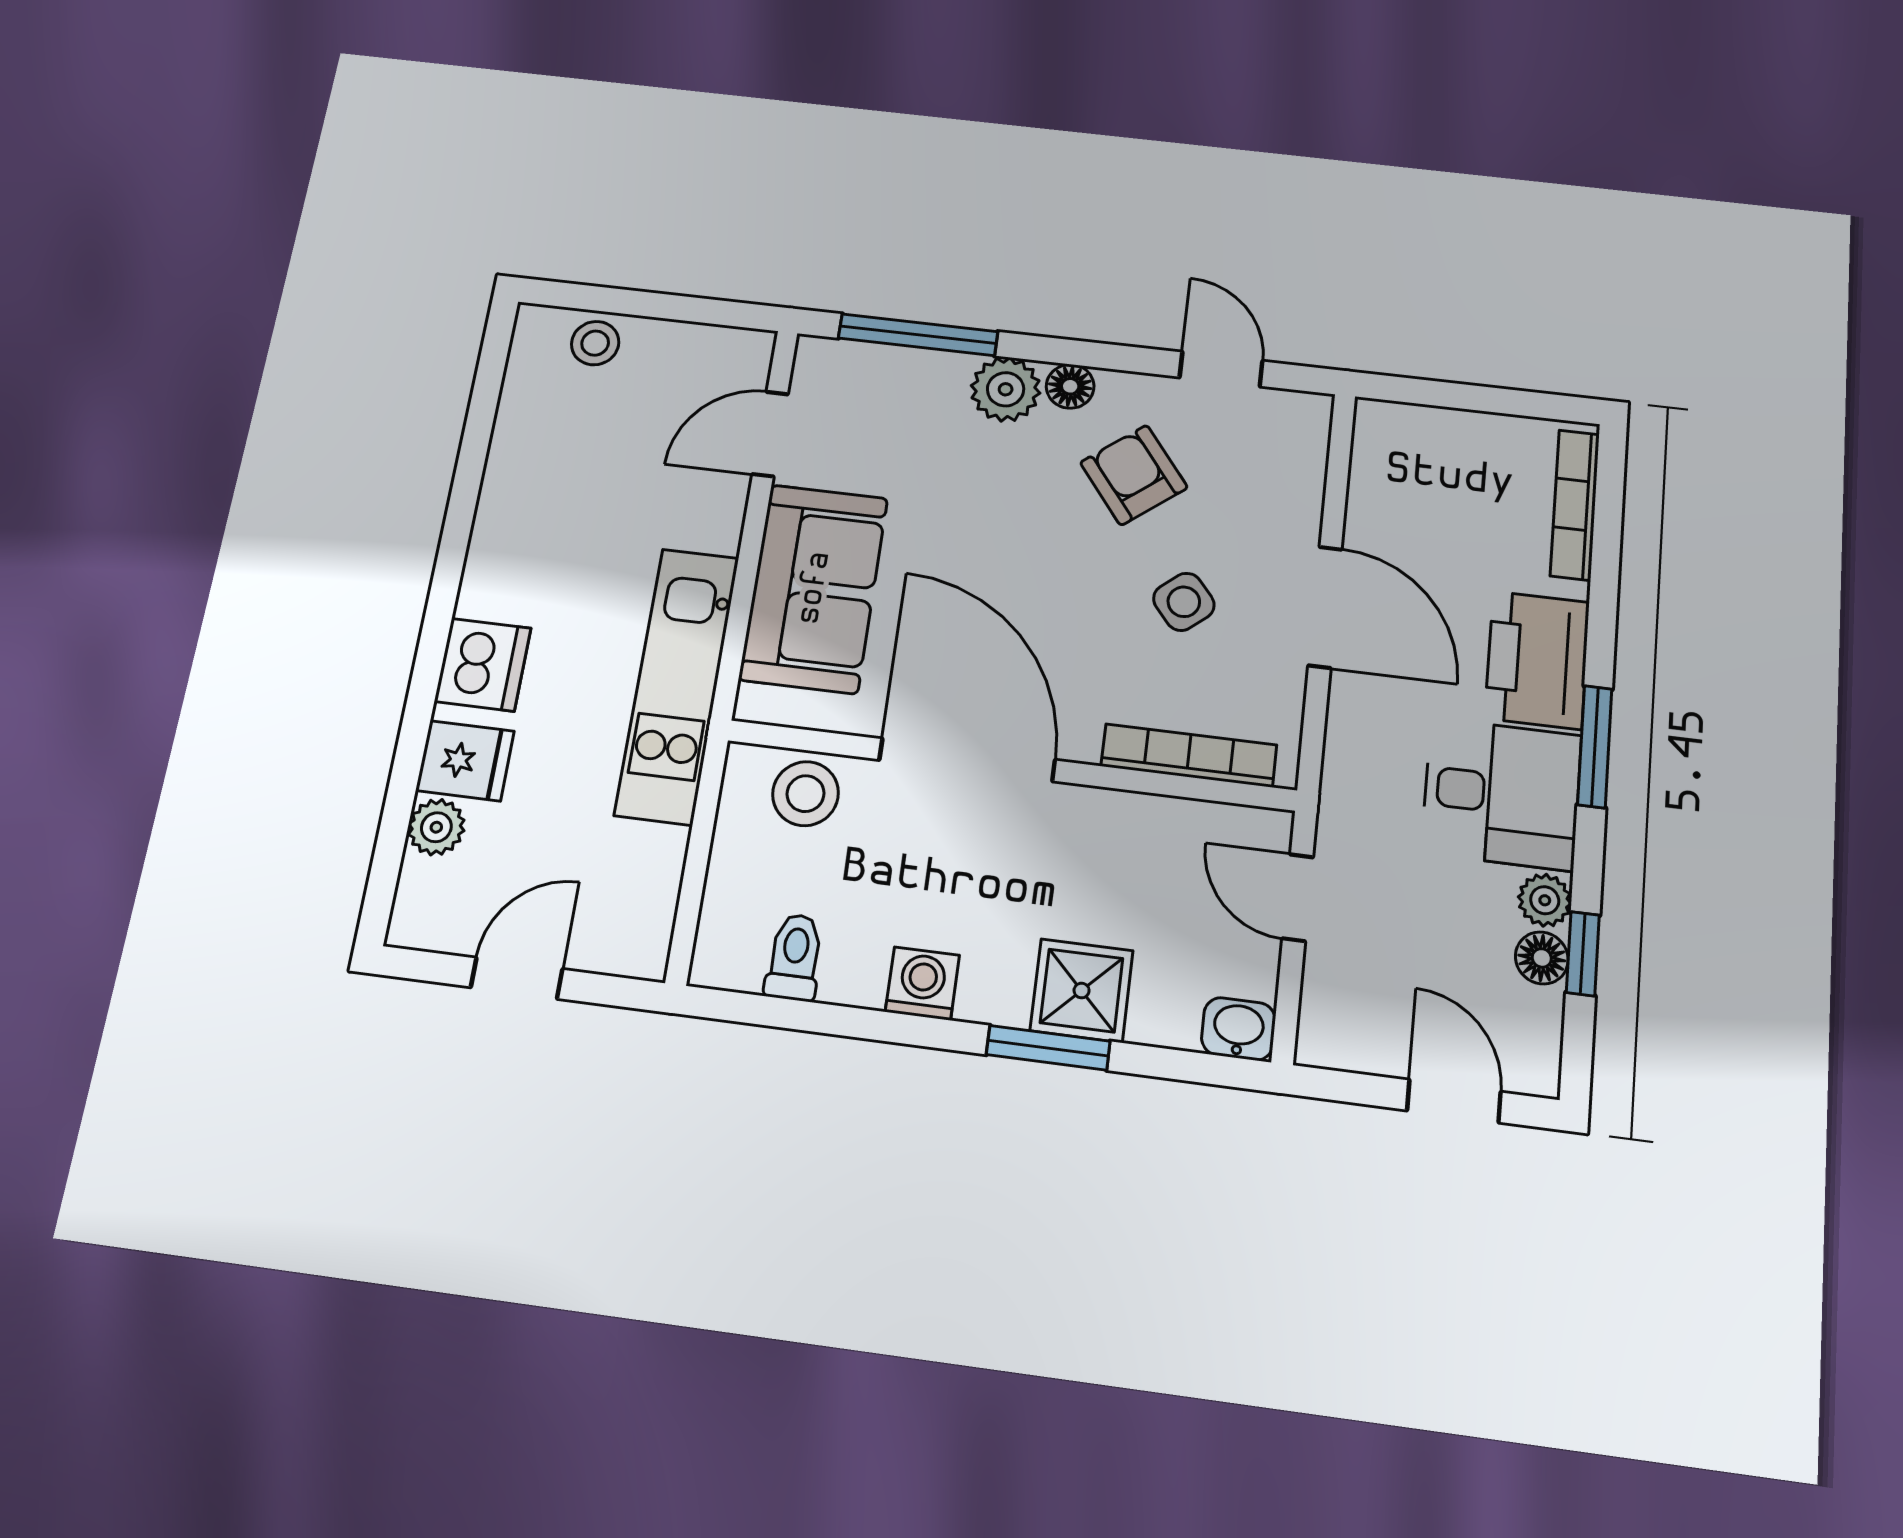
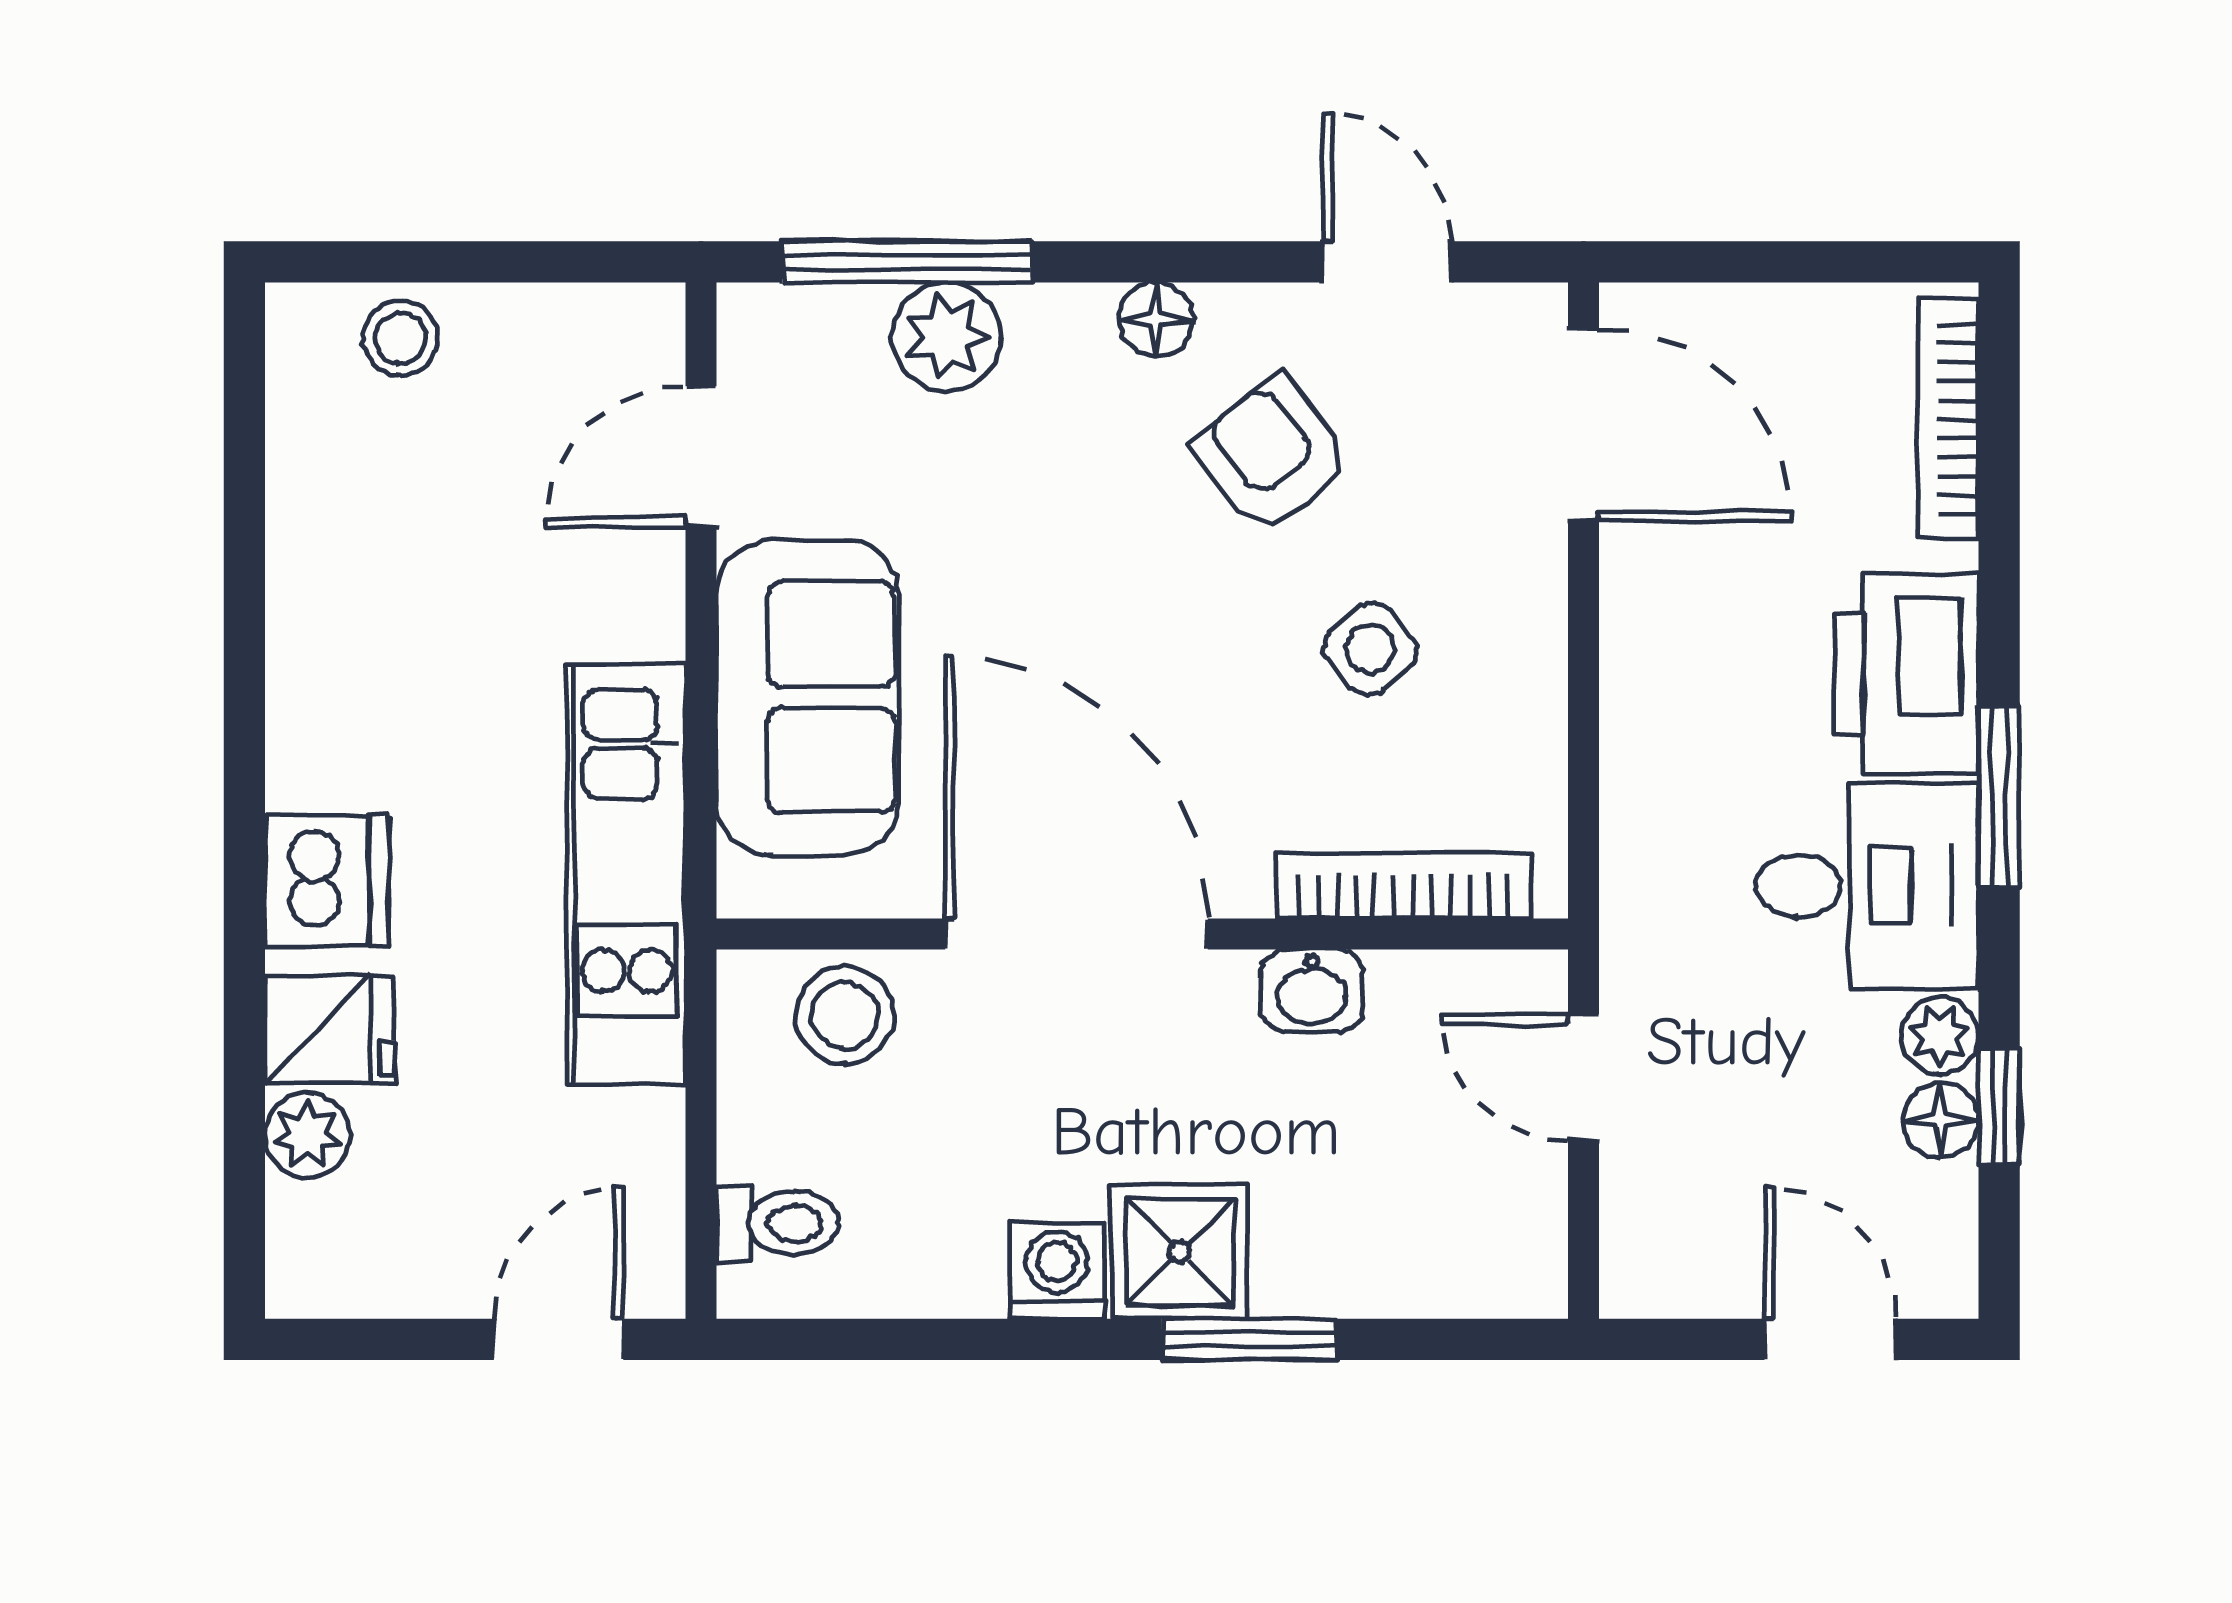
plant: (1006, 389) -> (946, 337), moved
door: (1325, 607) -> (1584, 425), moved
toilet: (795, 957) -> (778, 1223), moved, turned 90
door: (517, 978) -> (558, 1339), moved
shower: (1082, 991) -> (1180, 1252), moved
washbasin: (1238, 1029) -> (1312, 991), moved, turned 180

